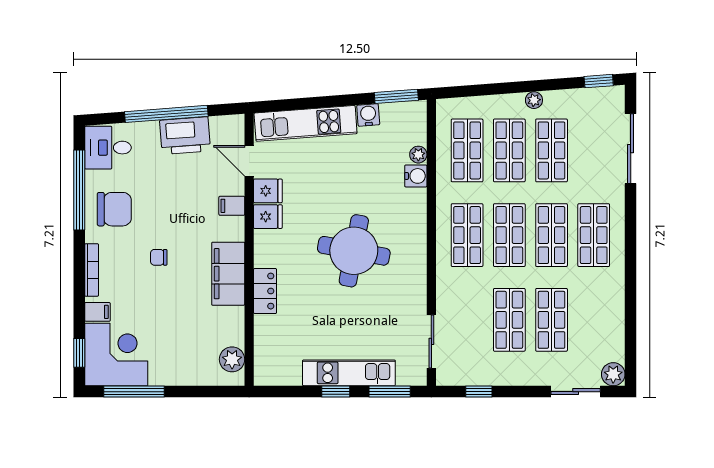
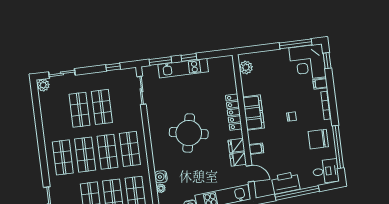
locker: (265, 291) -> (234, 112), width x1.53

